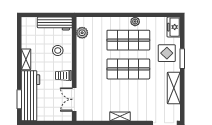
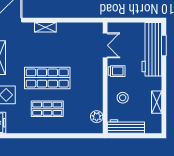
plant: (135, 22) -> (40, 129), removed
shop shelf: (128, 40) -> (47, 109), width x0.70, depth x0.74
shelving: (26, 59) -> (157, 102), moved
shelving: (120, 116) -> (45, 27), moved

